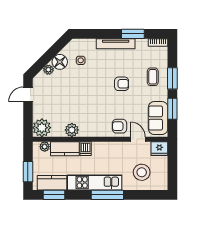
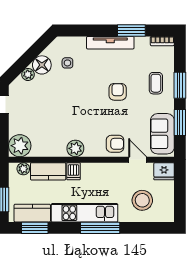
armchair: (122, 84) -> (118, 92), turned -90
armchair: (119, 126) -> (115, 144), turned 180
plant: (72, 130) -> (75, 148), moved

